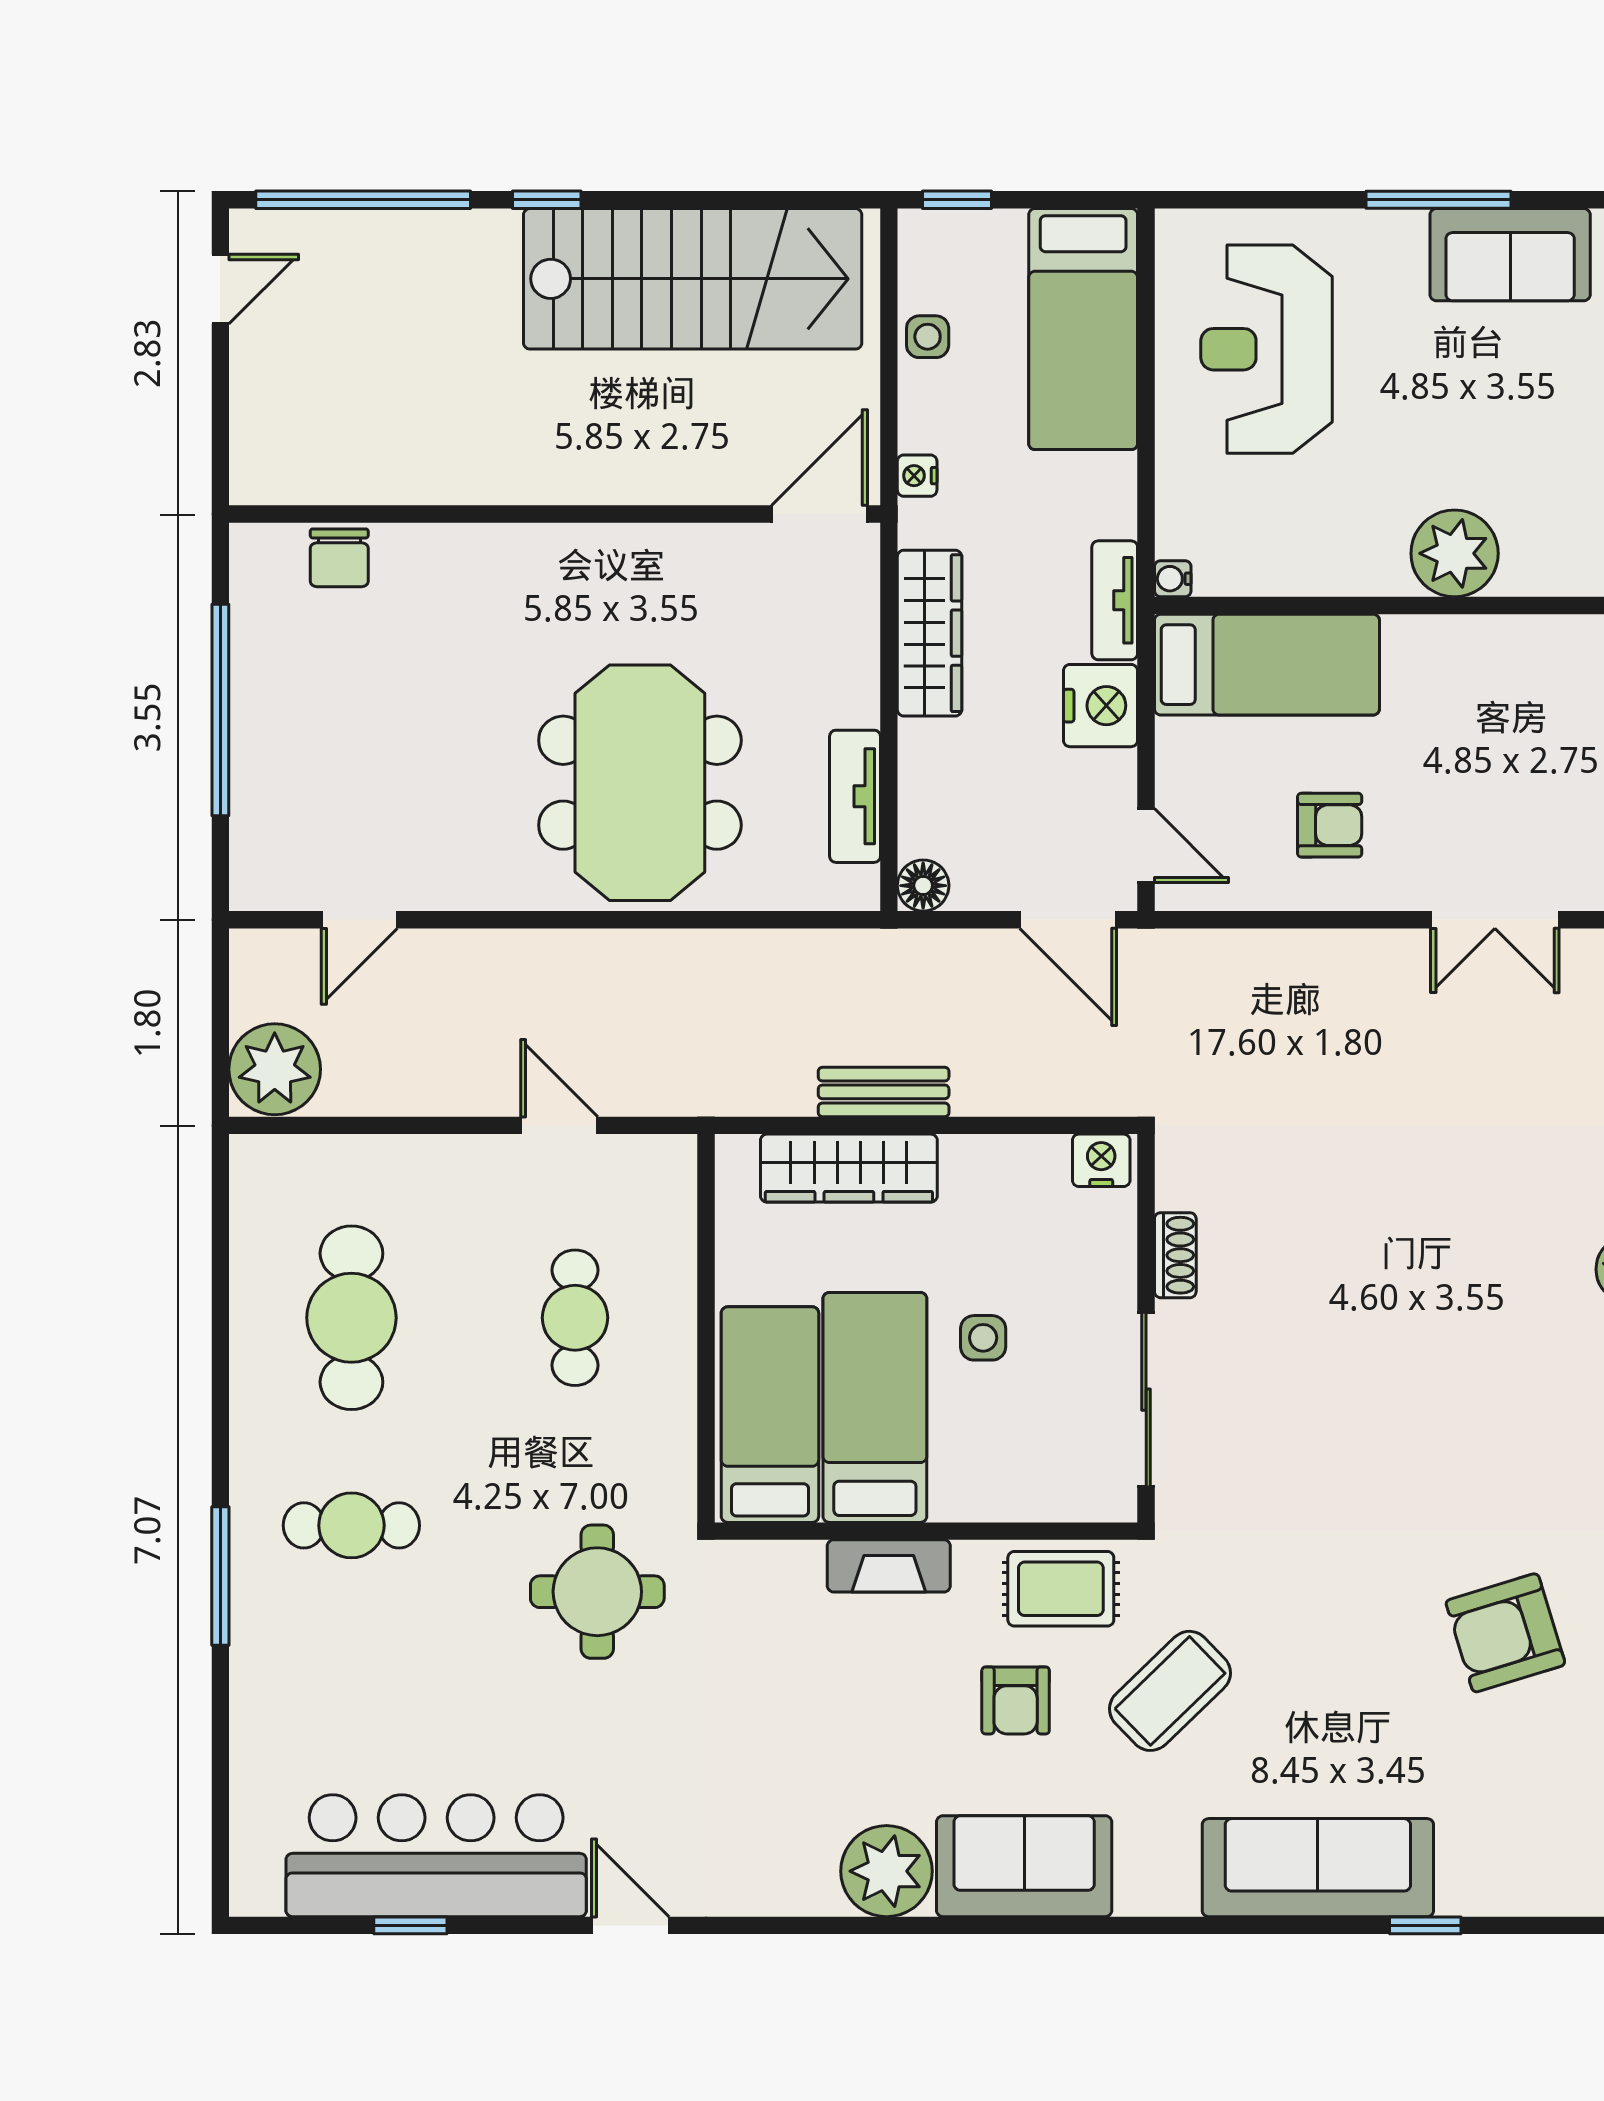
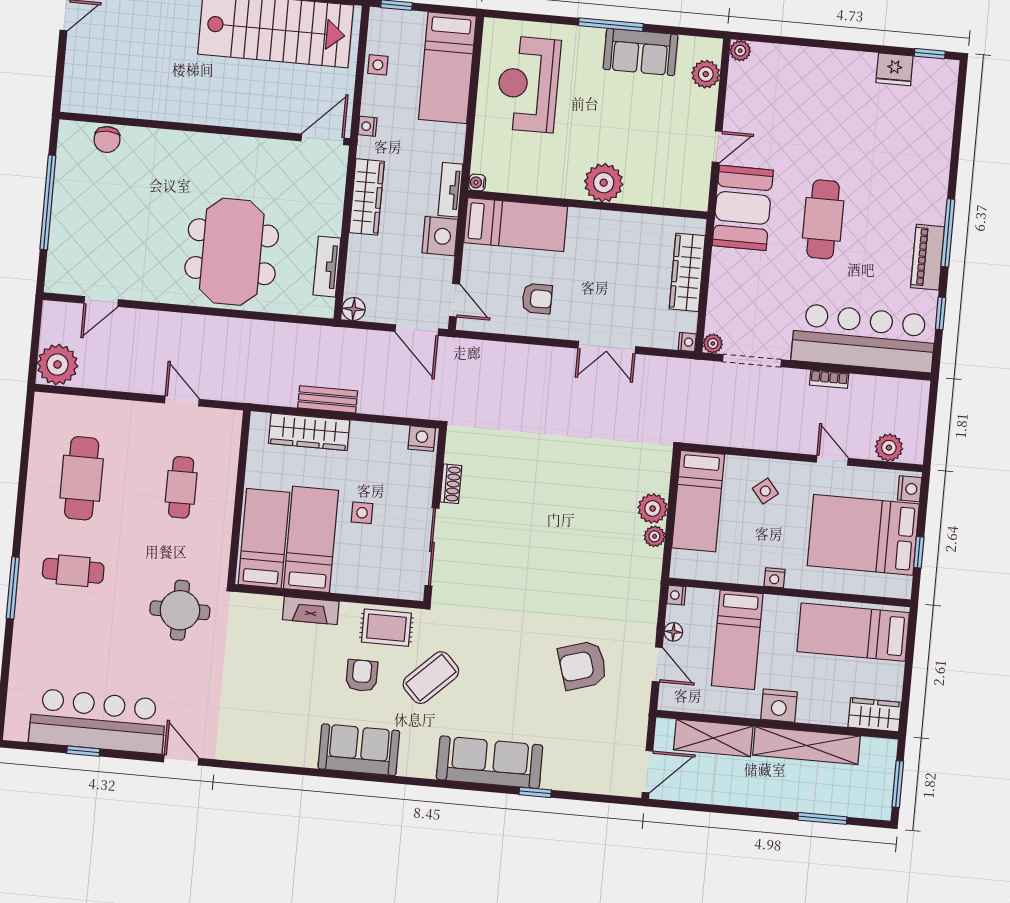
armchair: (1016, 1700) -> (362, 676), turned 180
plant: (886, 1871) -> (297, 746), removed

